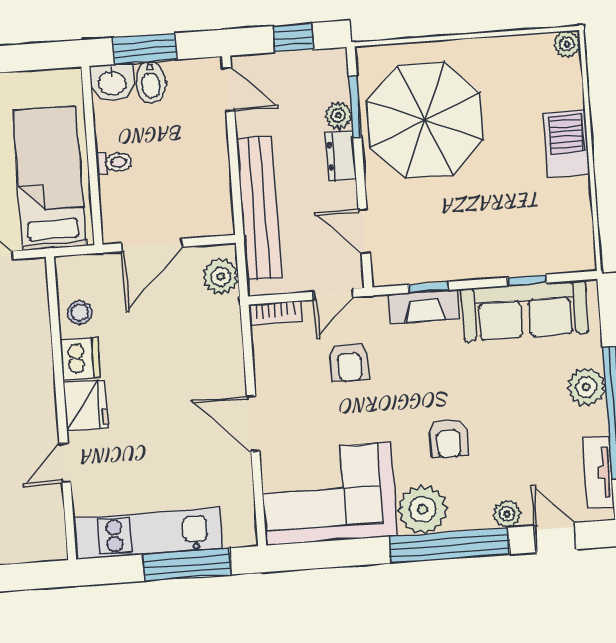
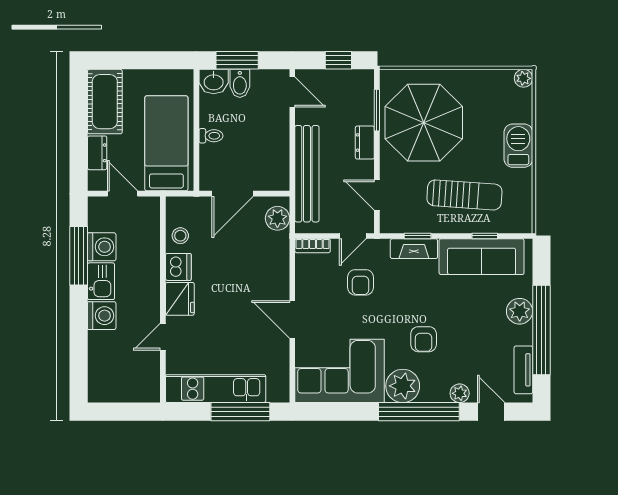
plant: (338, 115) -> (365, 115), removed
sun lounger: (493, 222) -> (464, 195), added

